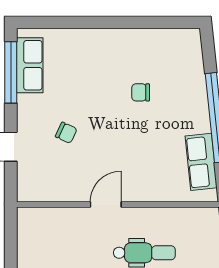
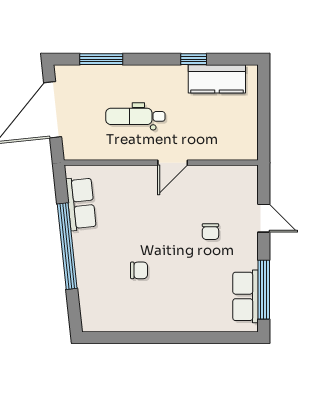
chair: (66, 133) -> (210, 232), turned -115

